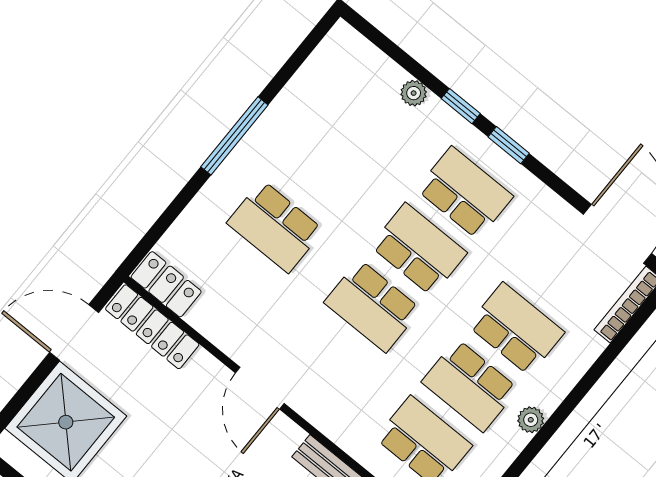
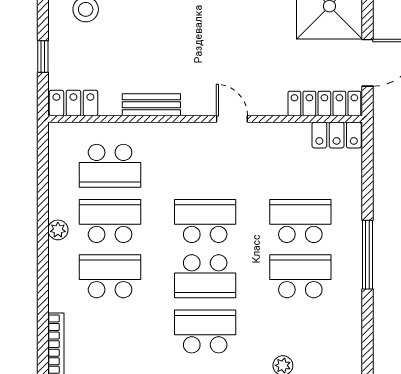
school desk: (321, 170) -> (300, 276), added
school desk: (465, 193) -> (205, 331), turned 180
school desk: (516, 329) -> (110, 276), turned 180
door: (260, 388) -> (232, 119), width x0.73

